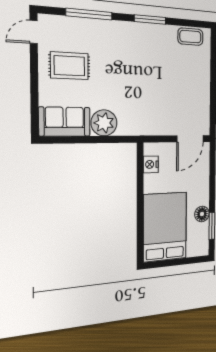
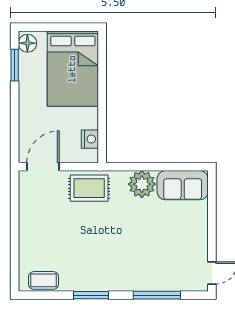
rug: (69, 66) -> (89, 188), moved
floor lamp: (202, 214) -> (27, 43), moved

